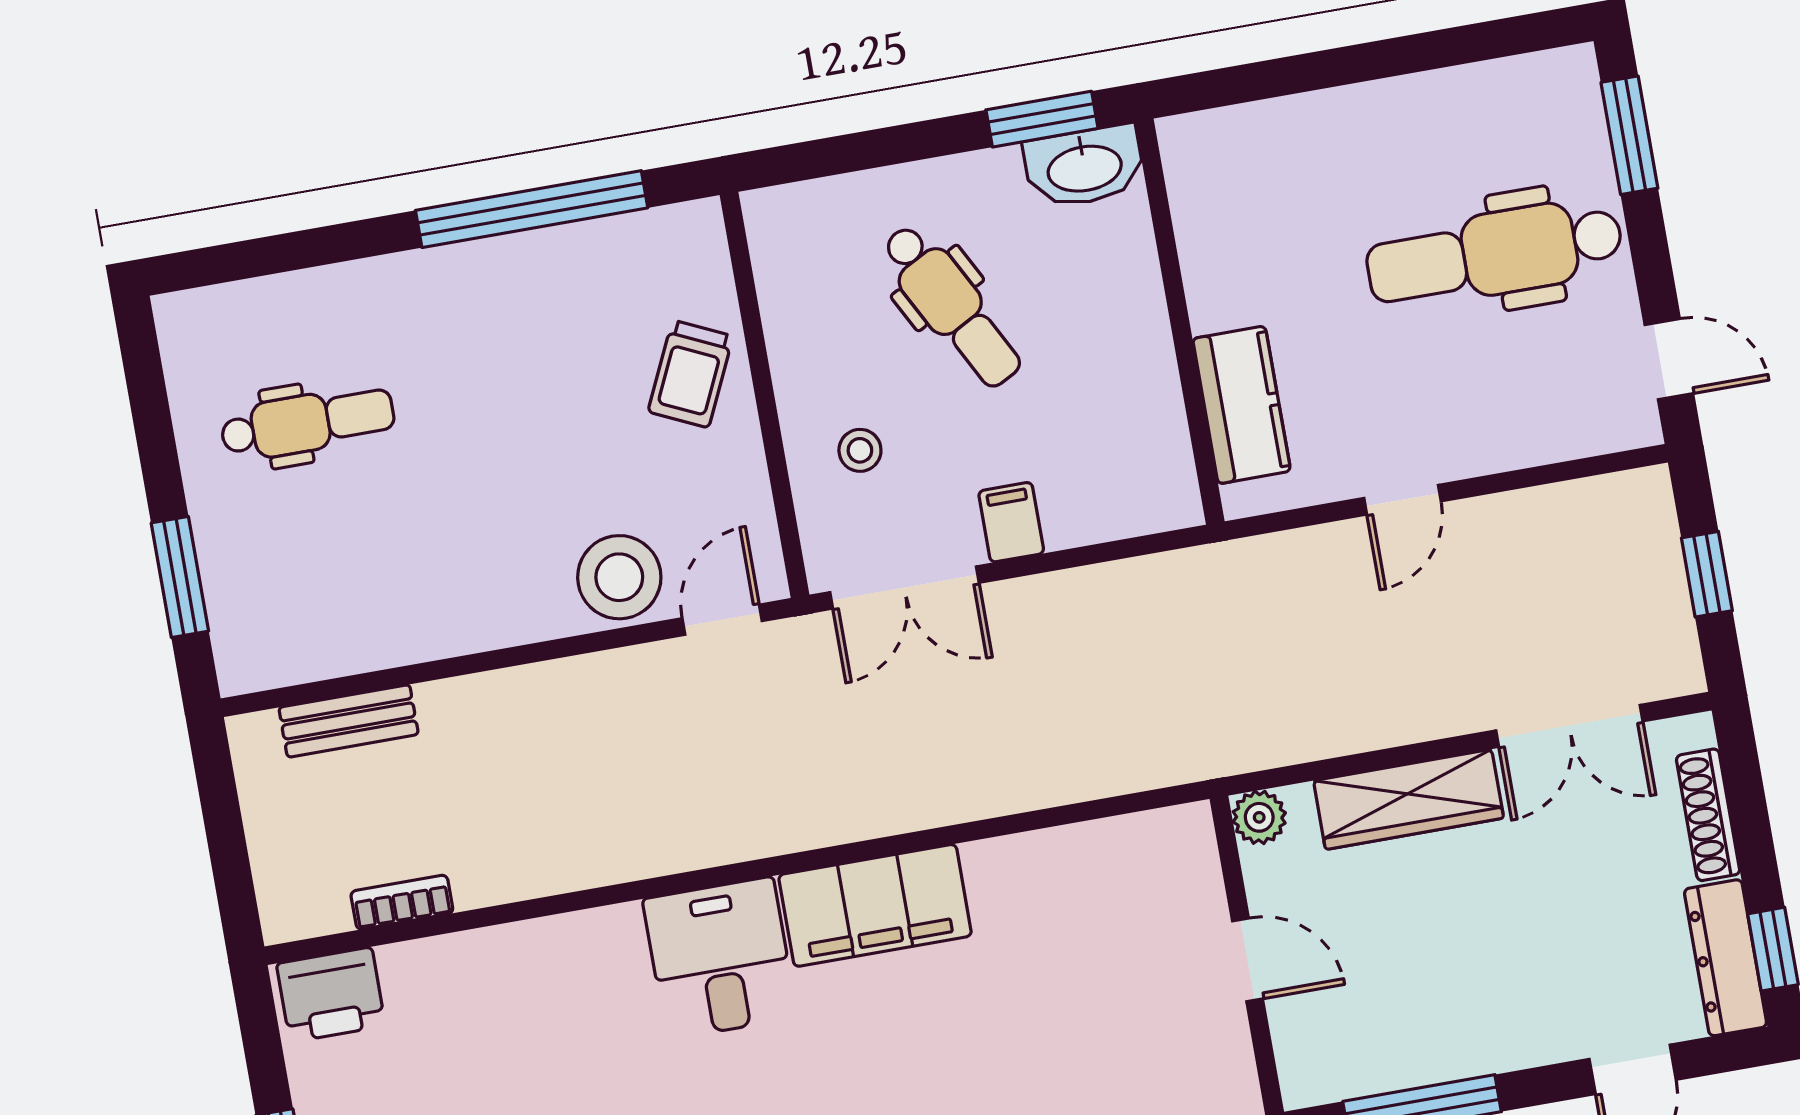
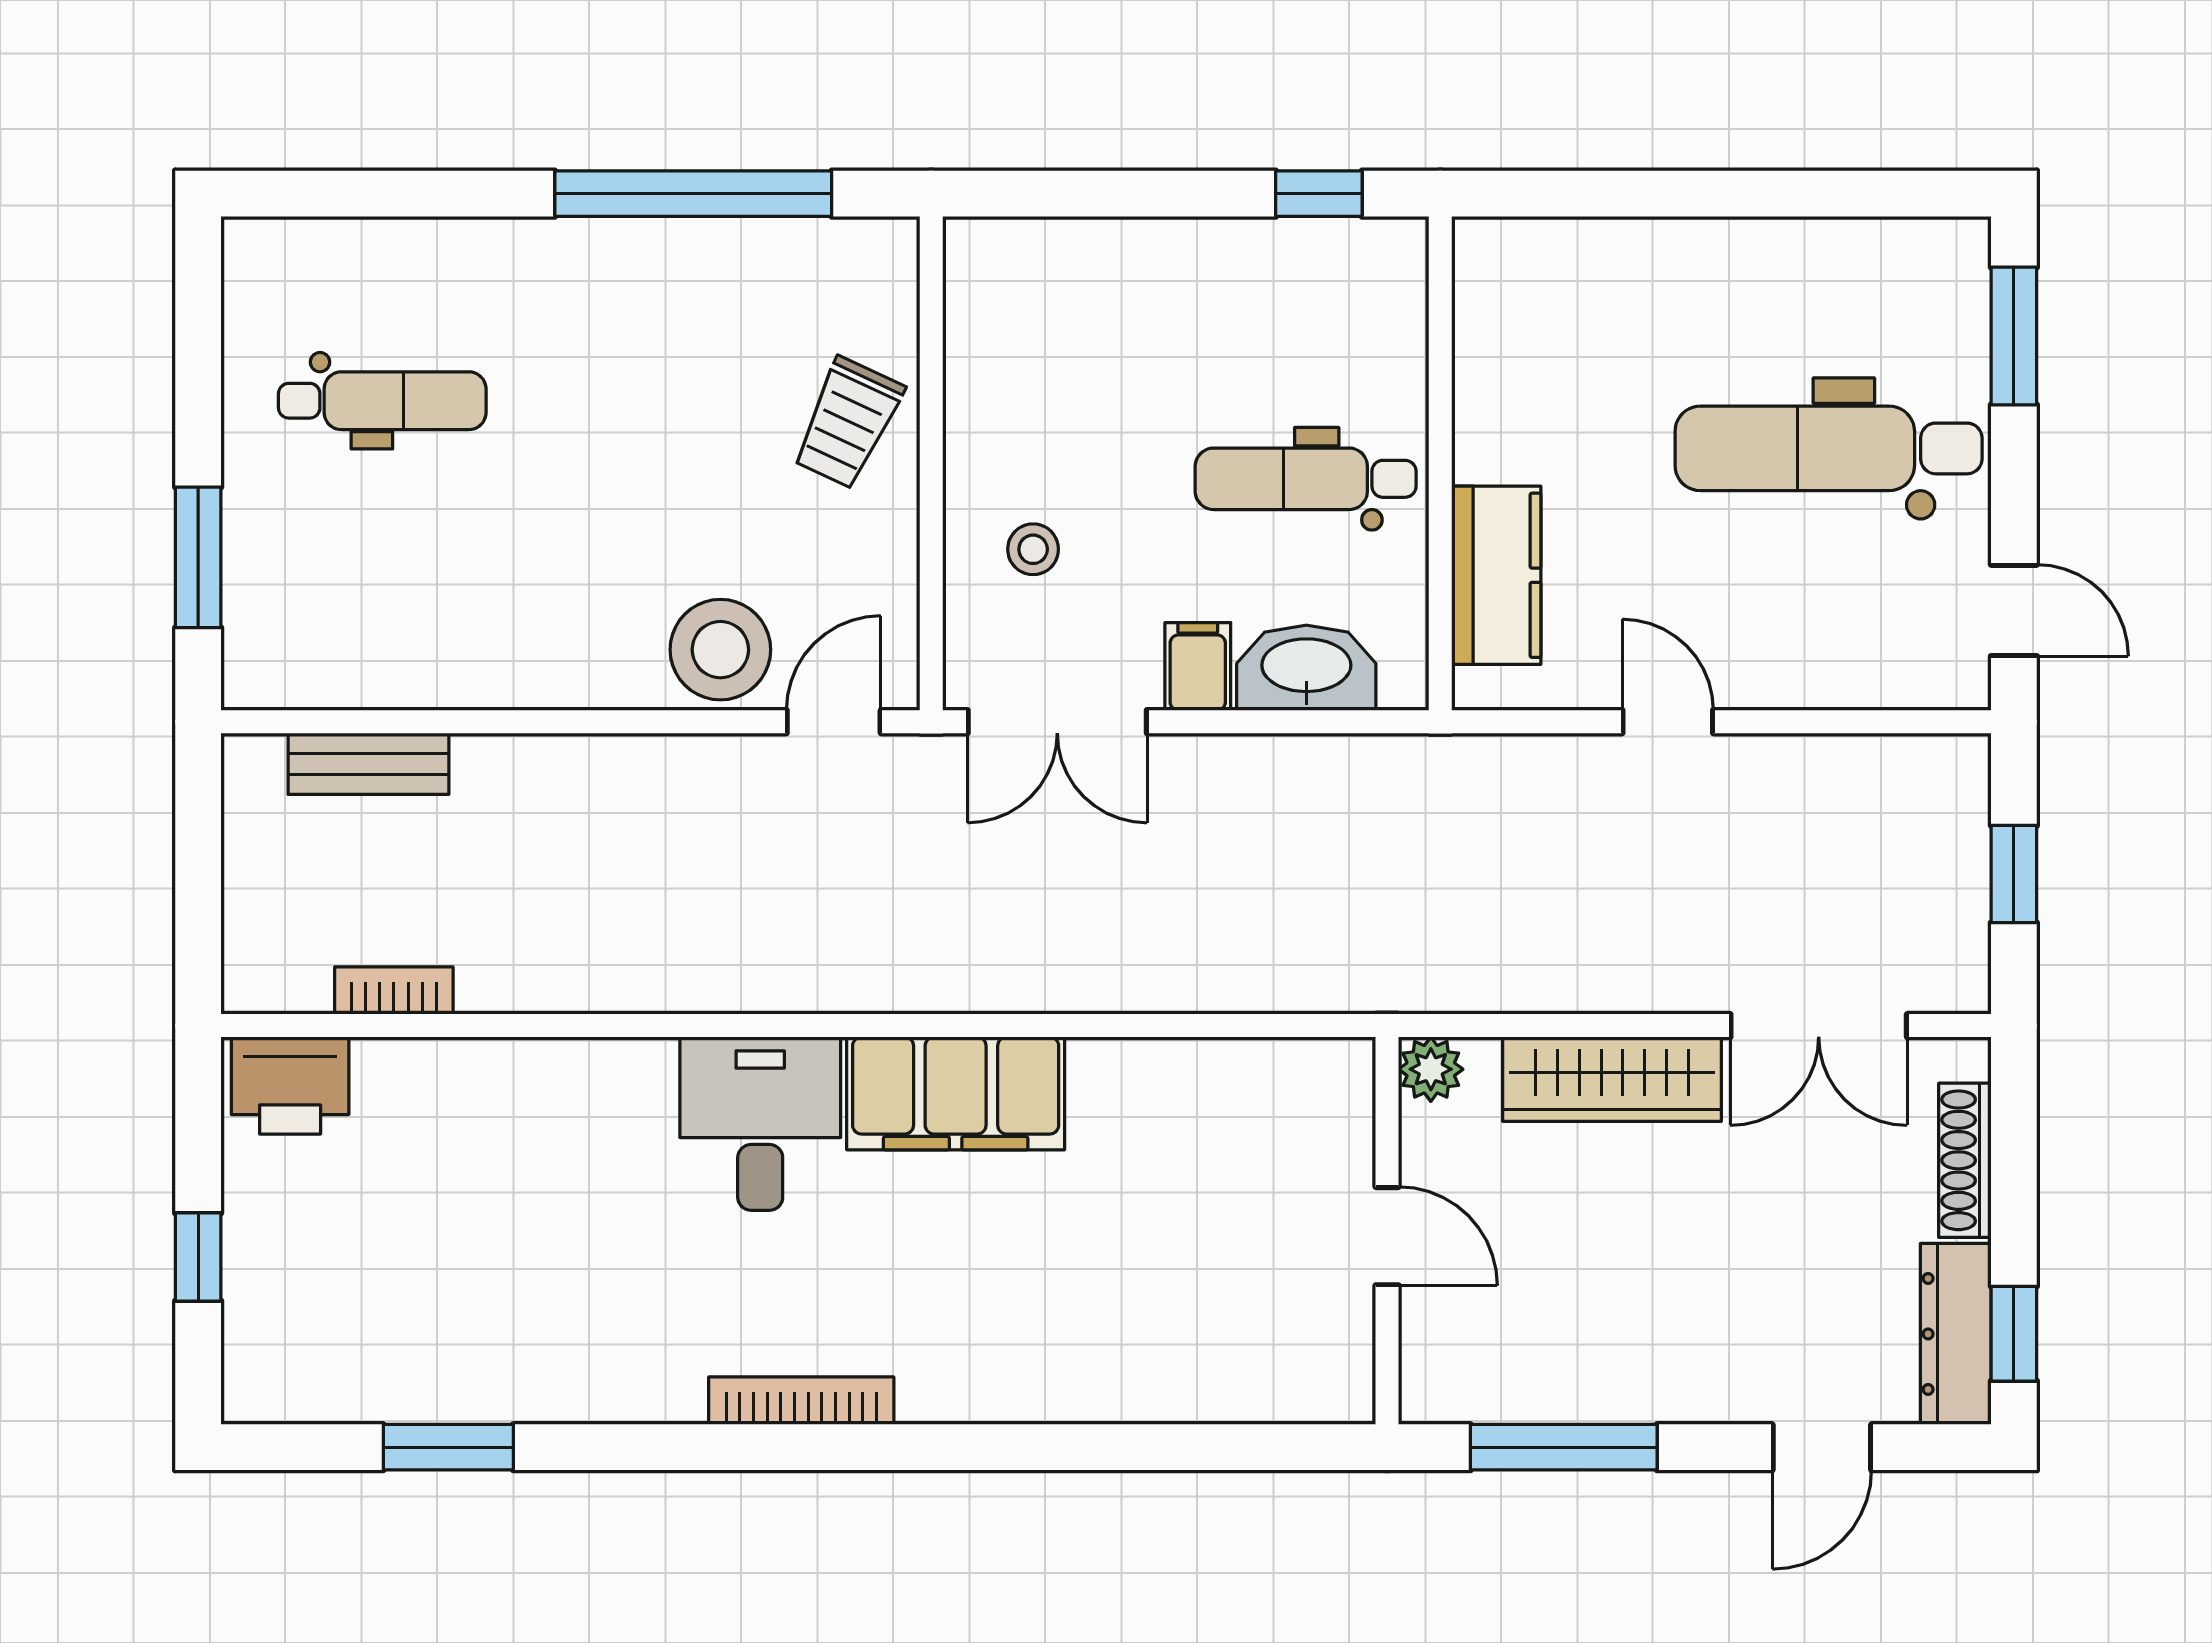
window: (1042, 119) -> (1319, 194), width x0.67
washbasin: (1084, 167) -> (1306, 668), moved, turned 180
dental chair: (951, 306) -> (1306, 479), moved, turned 118
door: (1403, 500) -> (1668, 722), swing flipped

